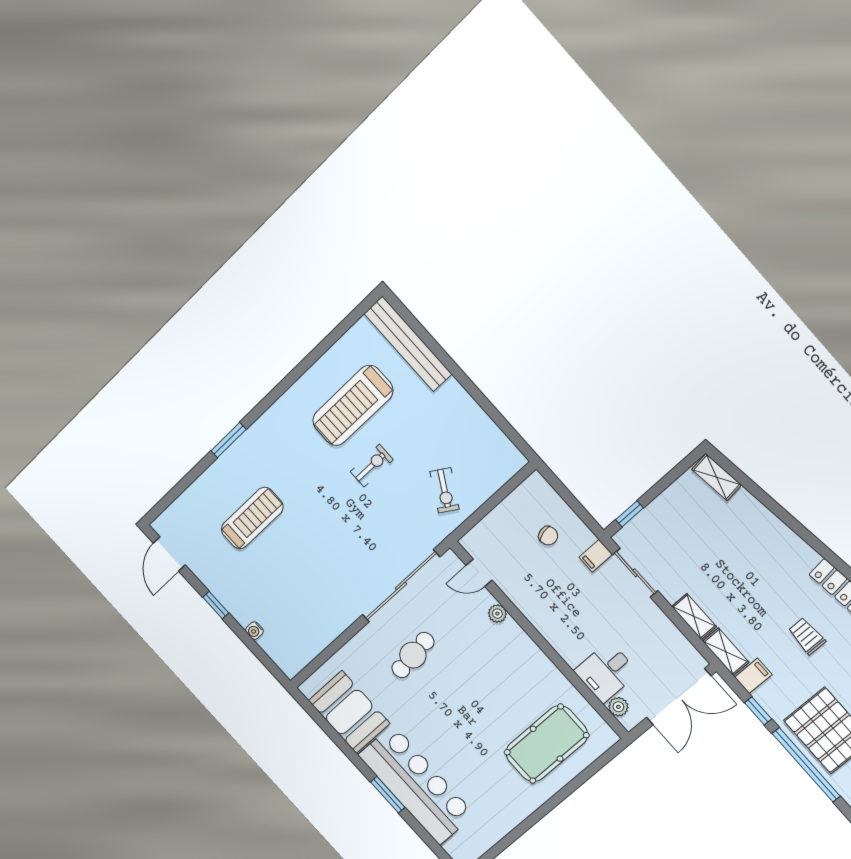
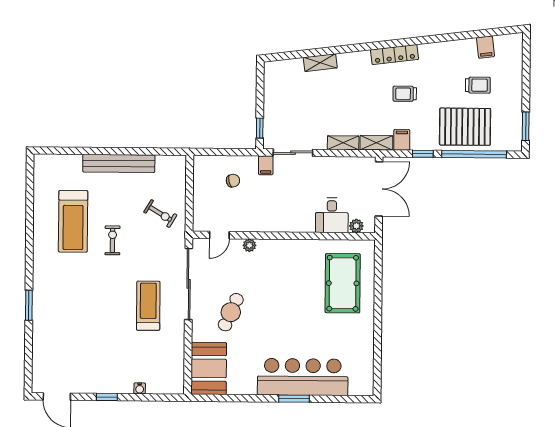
bench: (408, 344) -> (119, 163), moved
shelving: (716, 477) -> (320, 63), moved
treadmill: (252, 518) -> (148, 306), moved
cafe table: (413, 655) -> (231, 312), turned 31
booth: (349, 712) -> (209, 368), moved, turned 90

